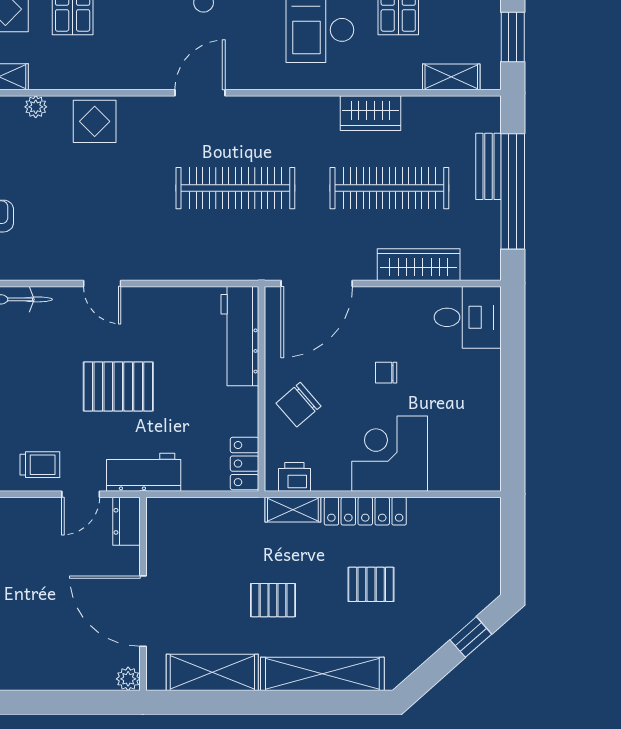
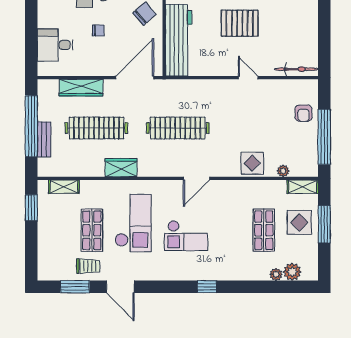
wardrobe: (370, 113) -> (121, 168), moved
desk: (468, 317) -> (55, 45), moved
workbench: (240, 336) -> (179, 40), width x1.36, depth x1.32

